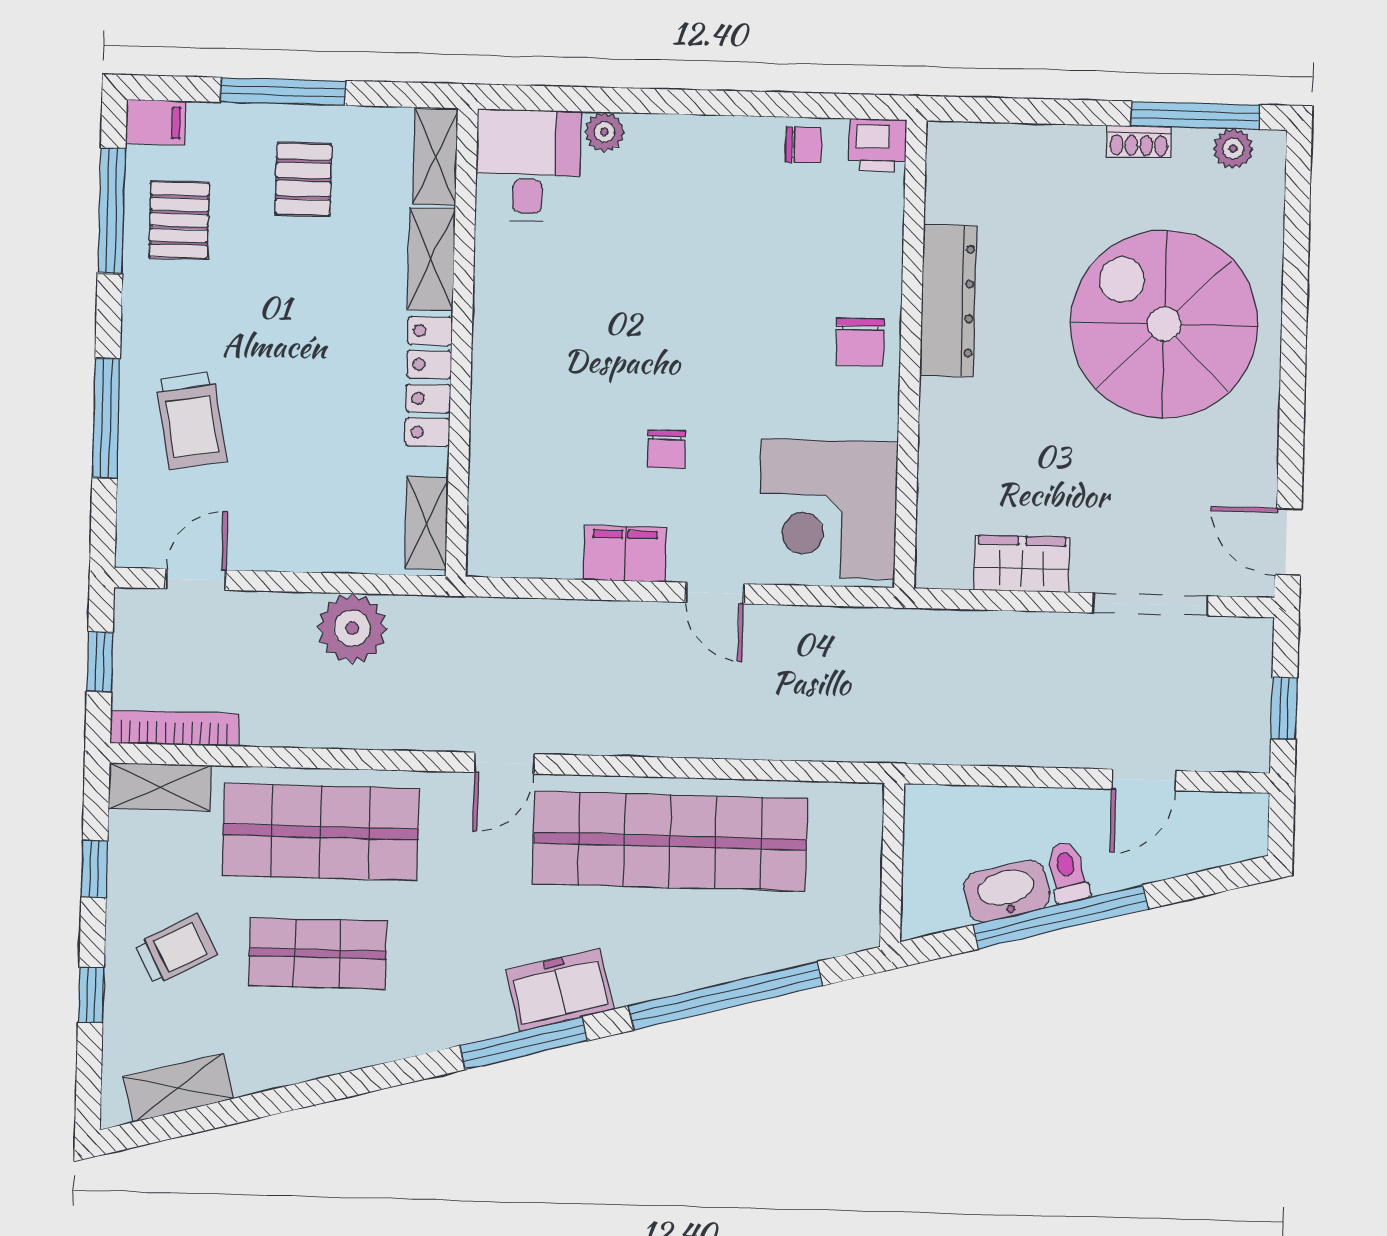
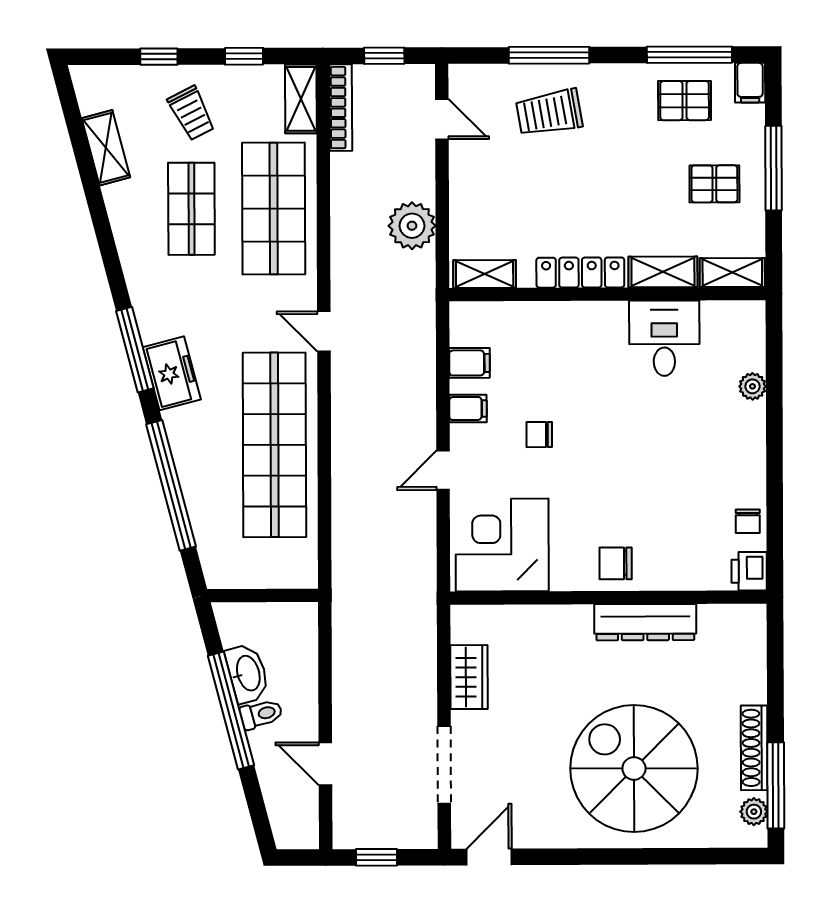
shoe rack: (1139, 142) -> (754, 748), width x1.94, depth x1.24
desk: (528, 166) -> (664, 338), moved, turned -90
spiral stairs: (1164, 324) -> (634, 769), turned -90
filing cabinet: (557, 549) -> (469, 363), added
filing cabinet: (625, 553) -> (468, 408), width x0.50
shelving: (178, 1088) -> (106, 148), moved

